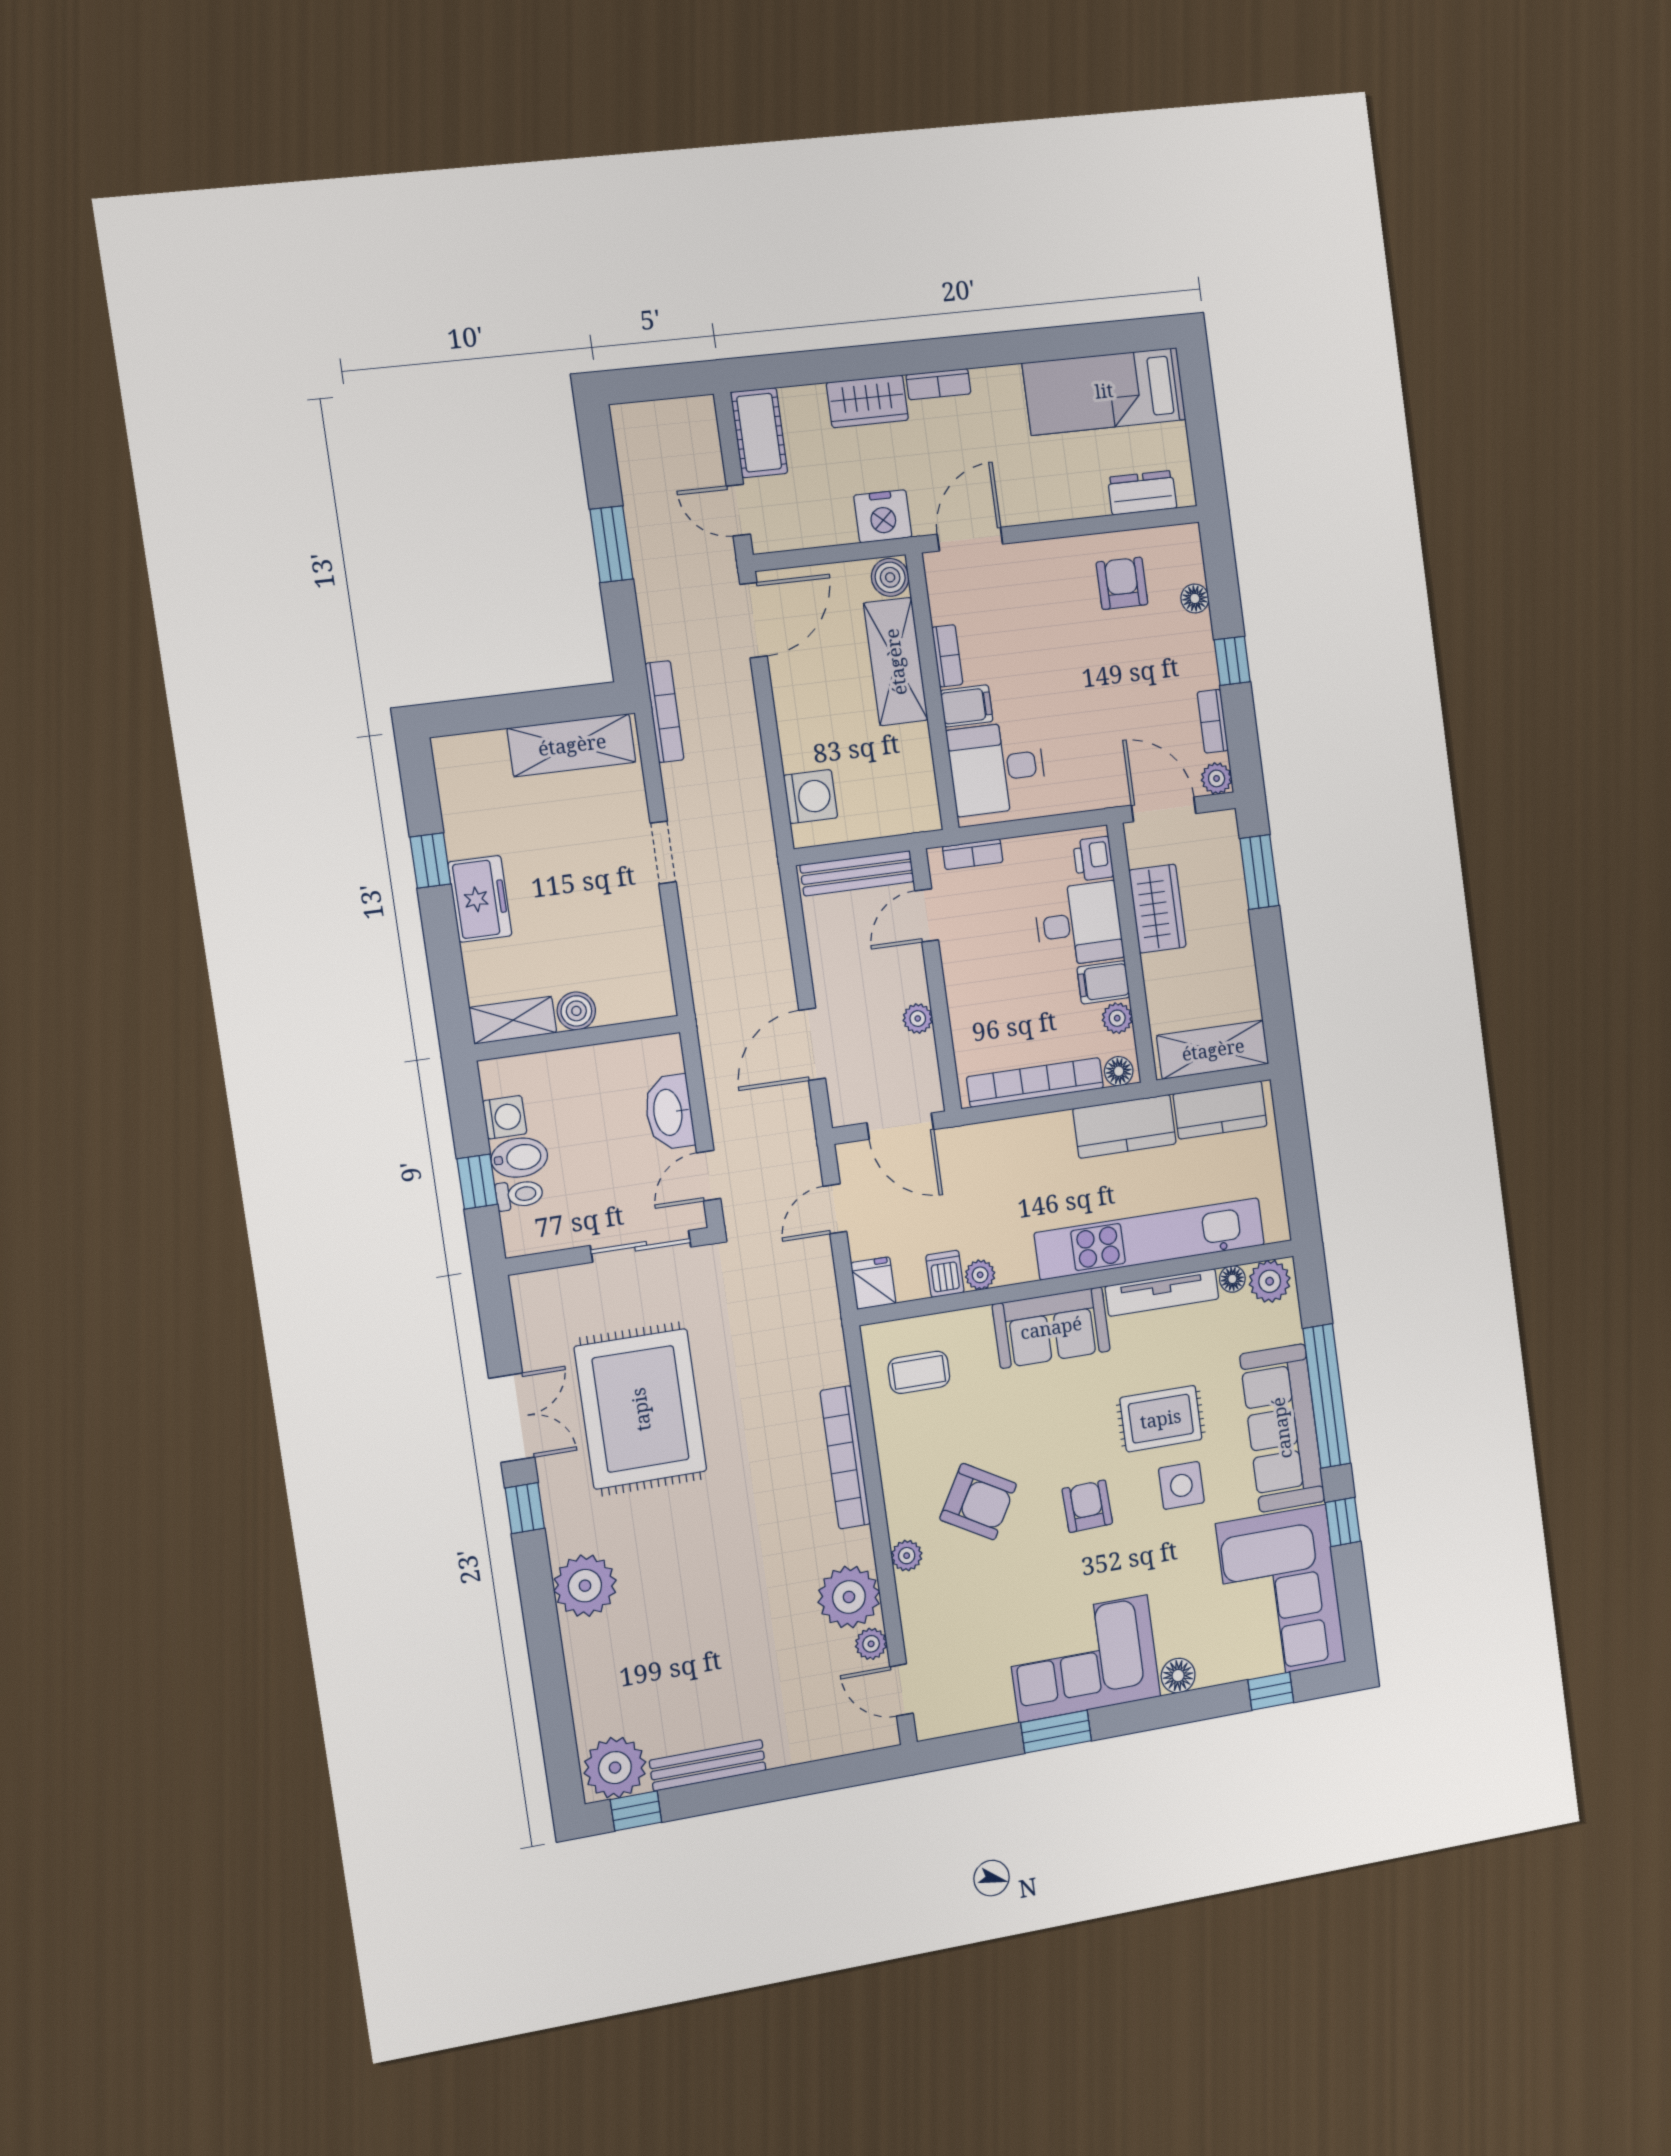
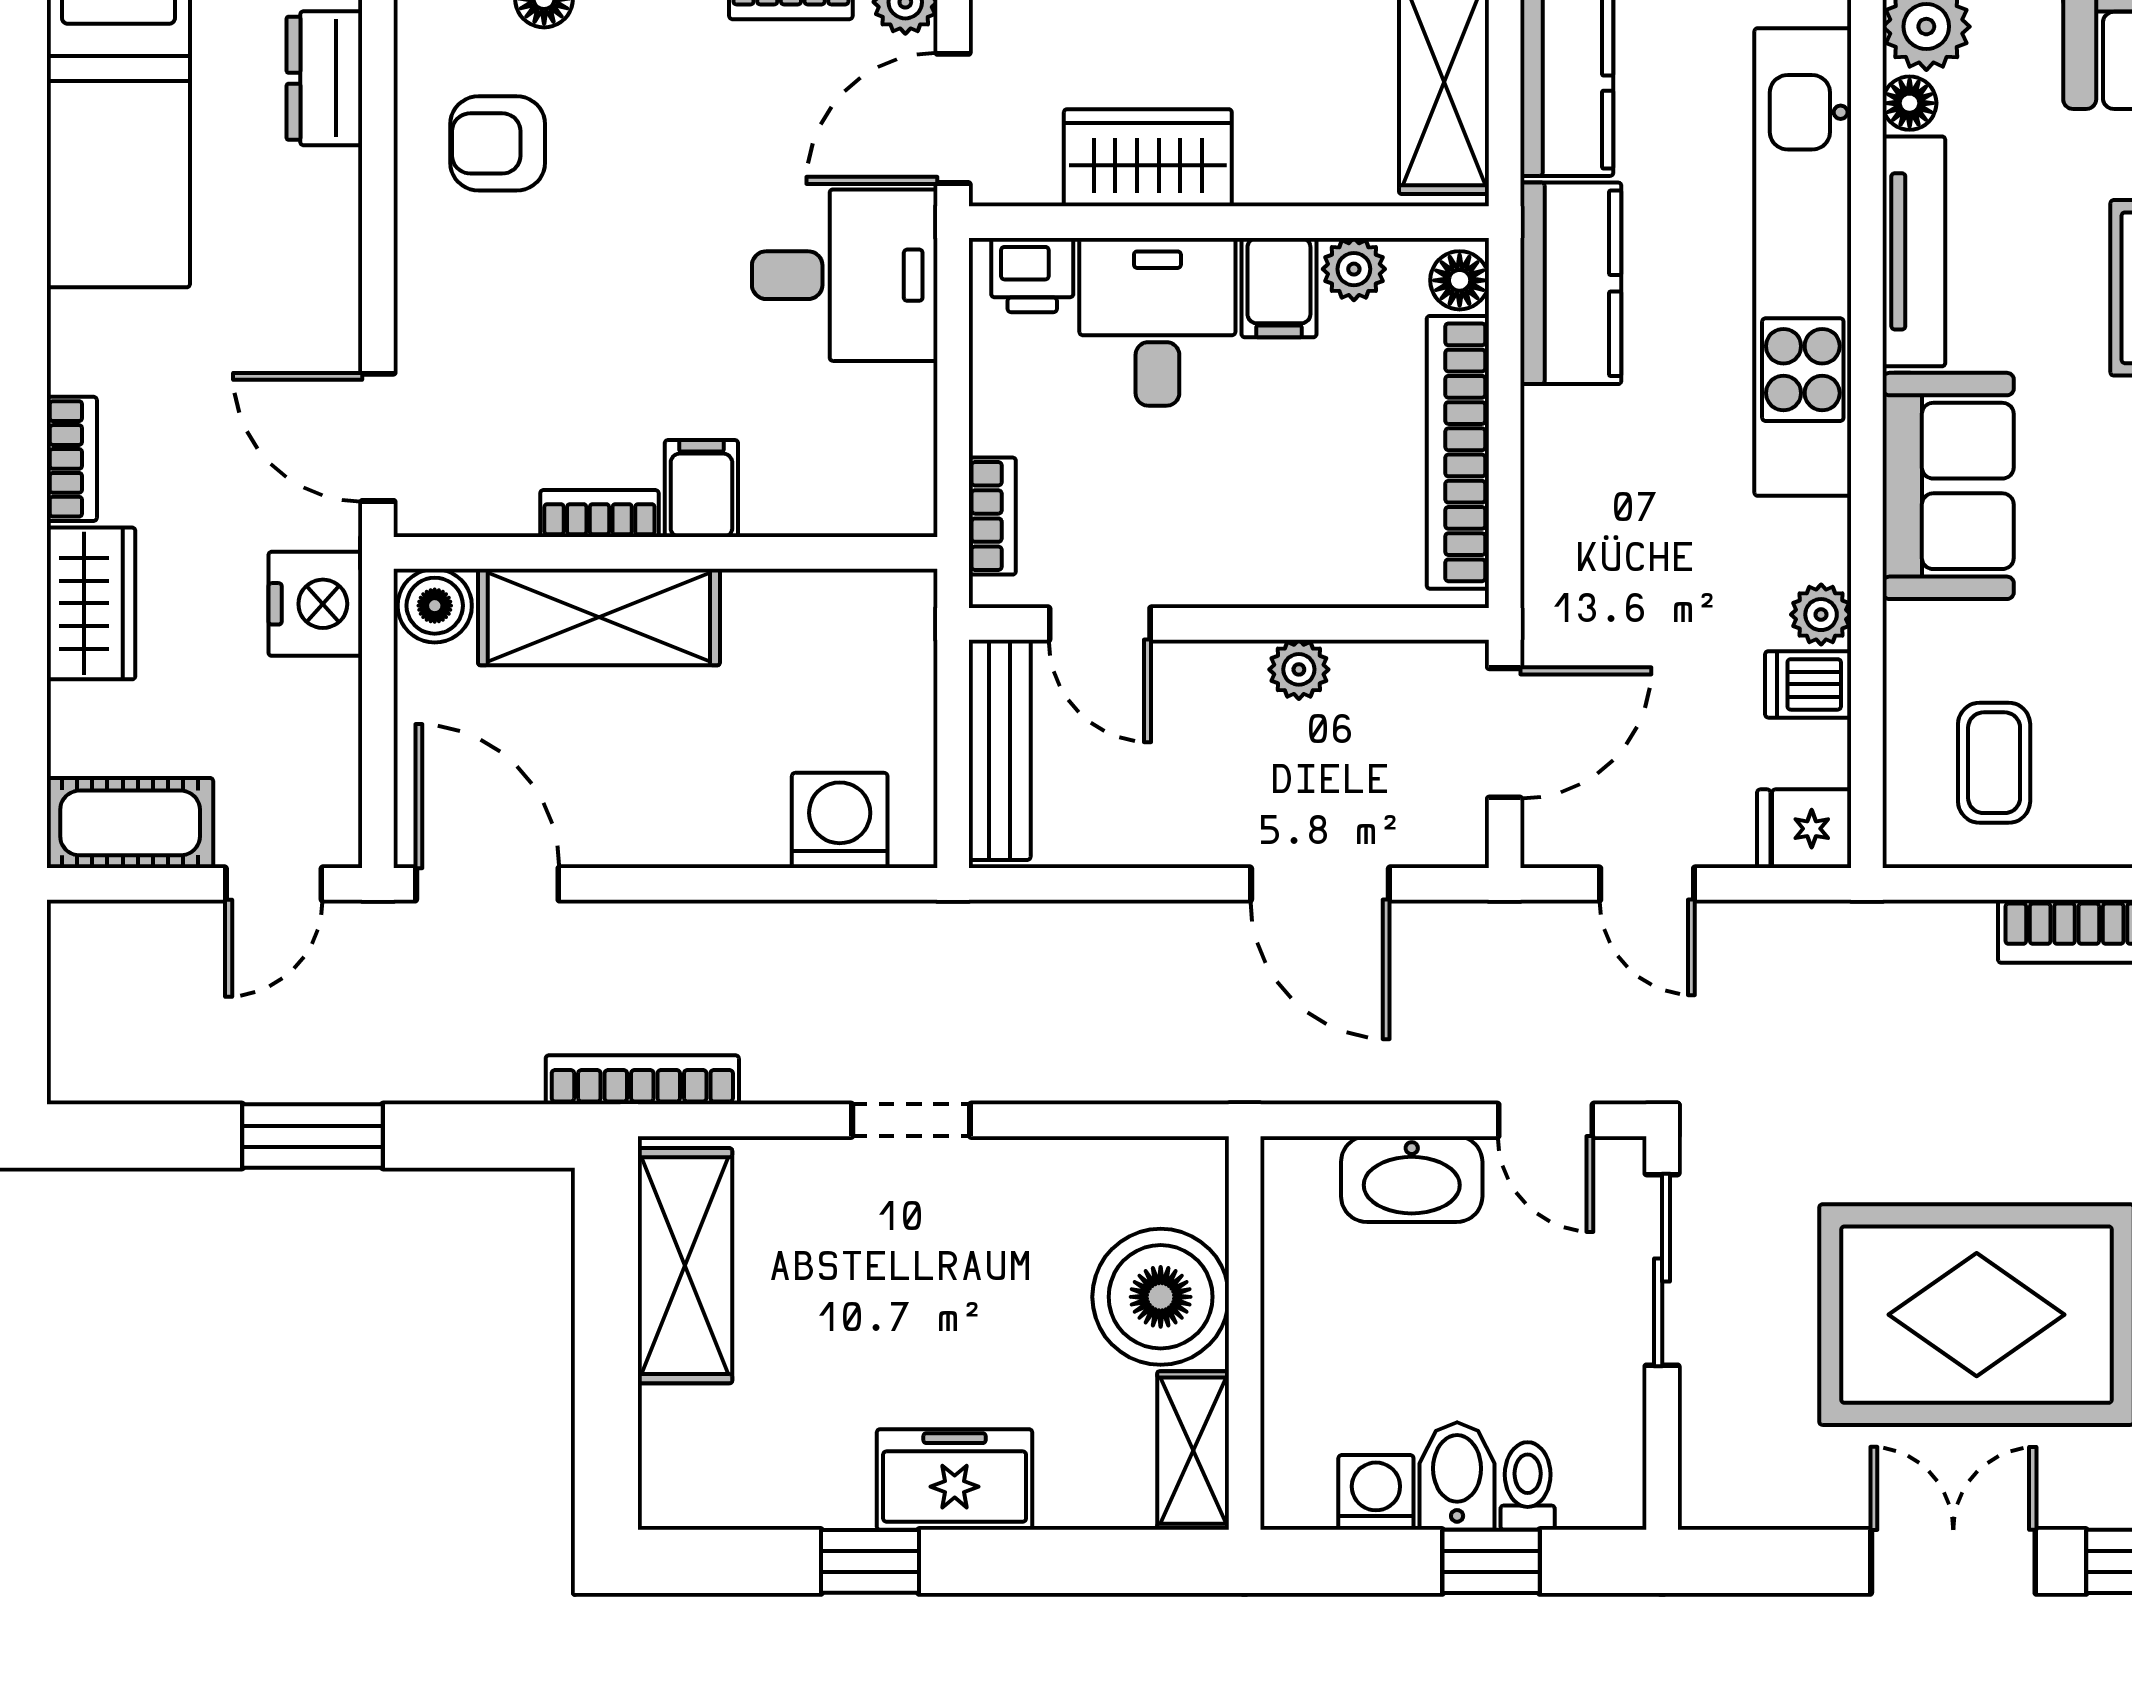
desk: (997, 768) -> (845, 275), moved, turned -90
boiler: (576, 1011) -> (1161, 1297), width x1.86, depth x1.86

